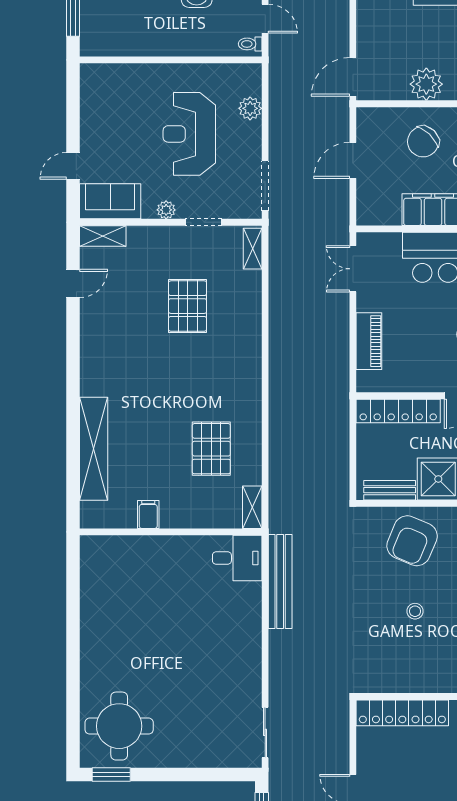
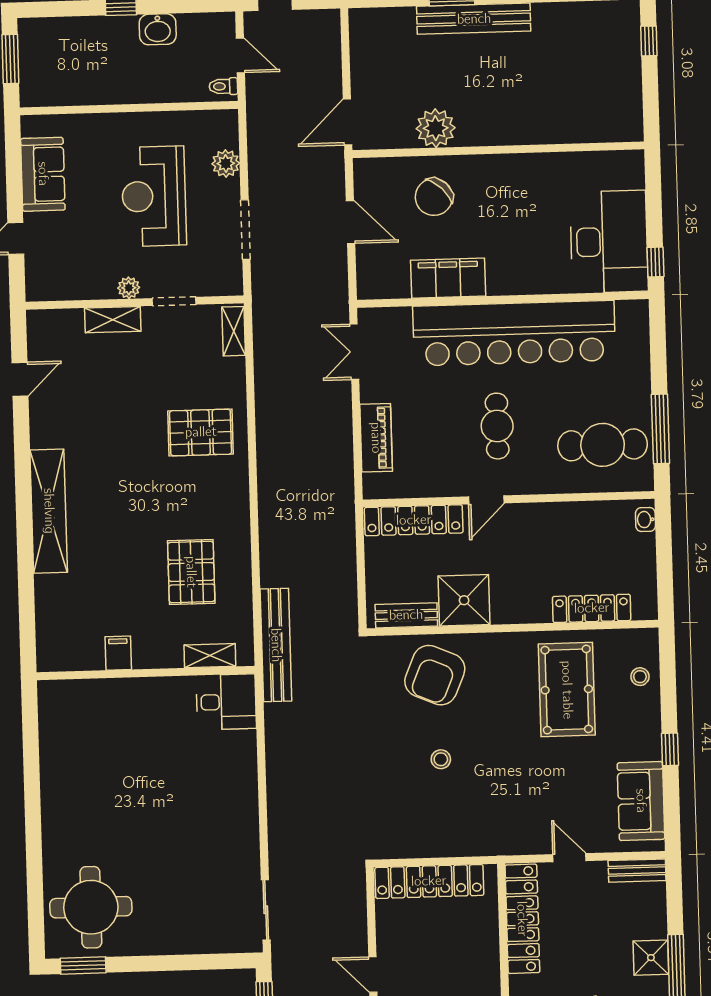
door: (353, 160) -> (351, 222), swing flipped
doorway: (265, 186) -> (246, 229), moved
sofa: (110, 201) -> (43, 174), moved, turned 90
shelving: (103, 236) -> (113, 320), moved
pallet: (188, 306) -> (201, 432), moved, turned 90
shelving: (94, 449) -> (49, 511), moved
shelving: (252, 507) -> (210, 656), moved, turned 90
bench: (280, 582) -> (276, 645), moved

